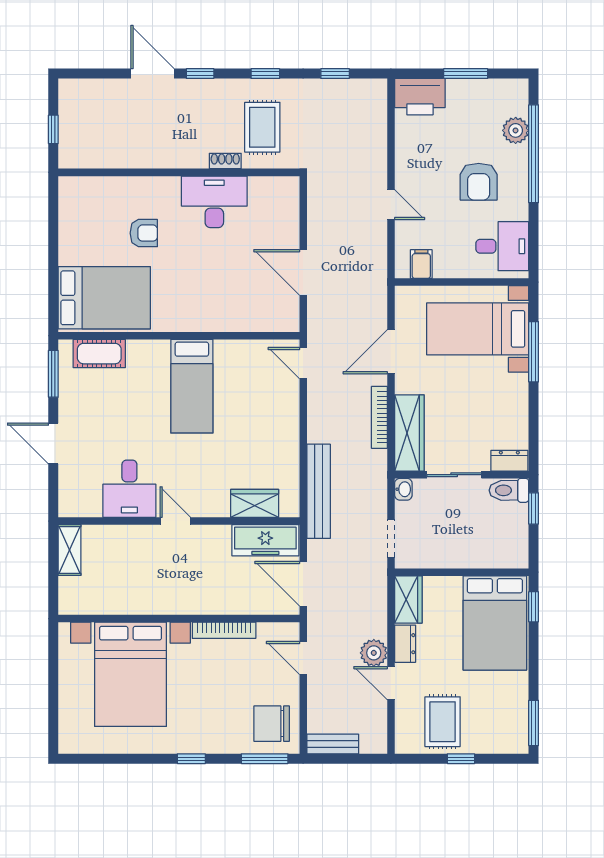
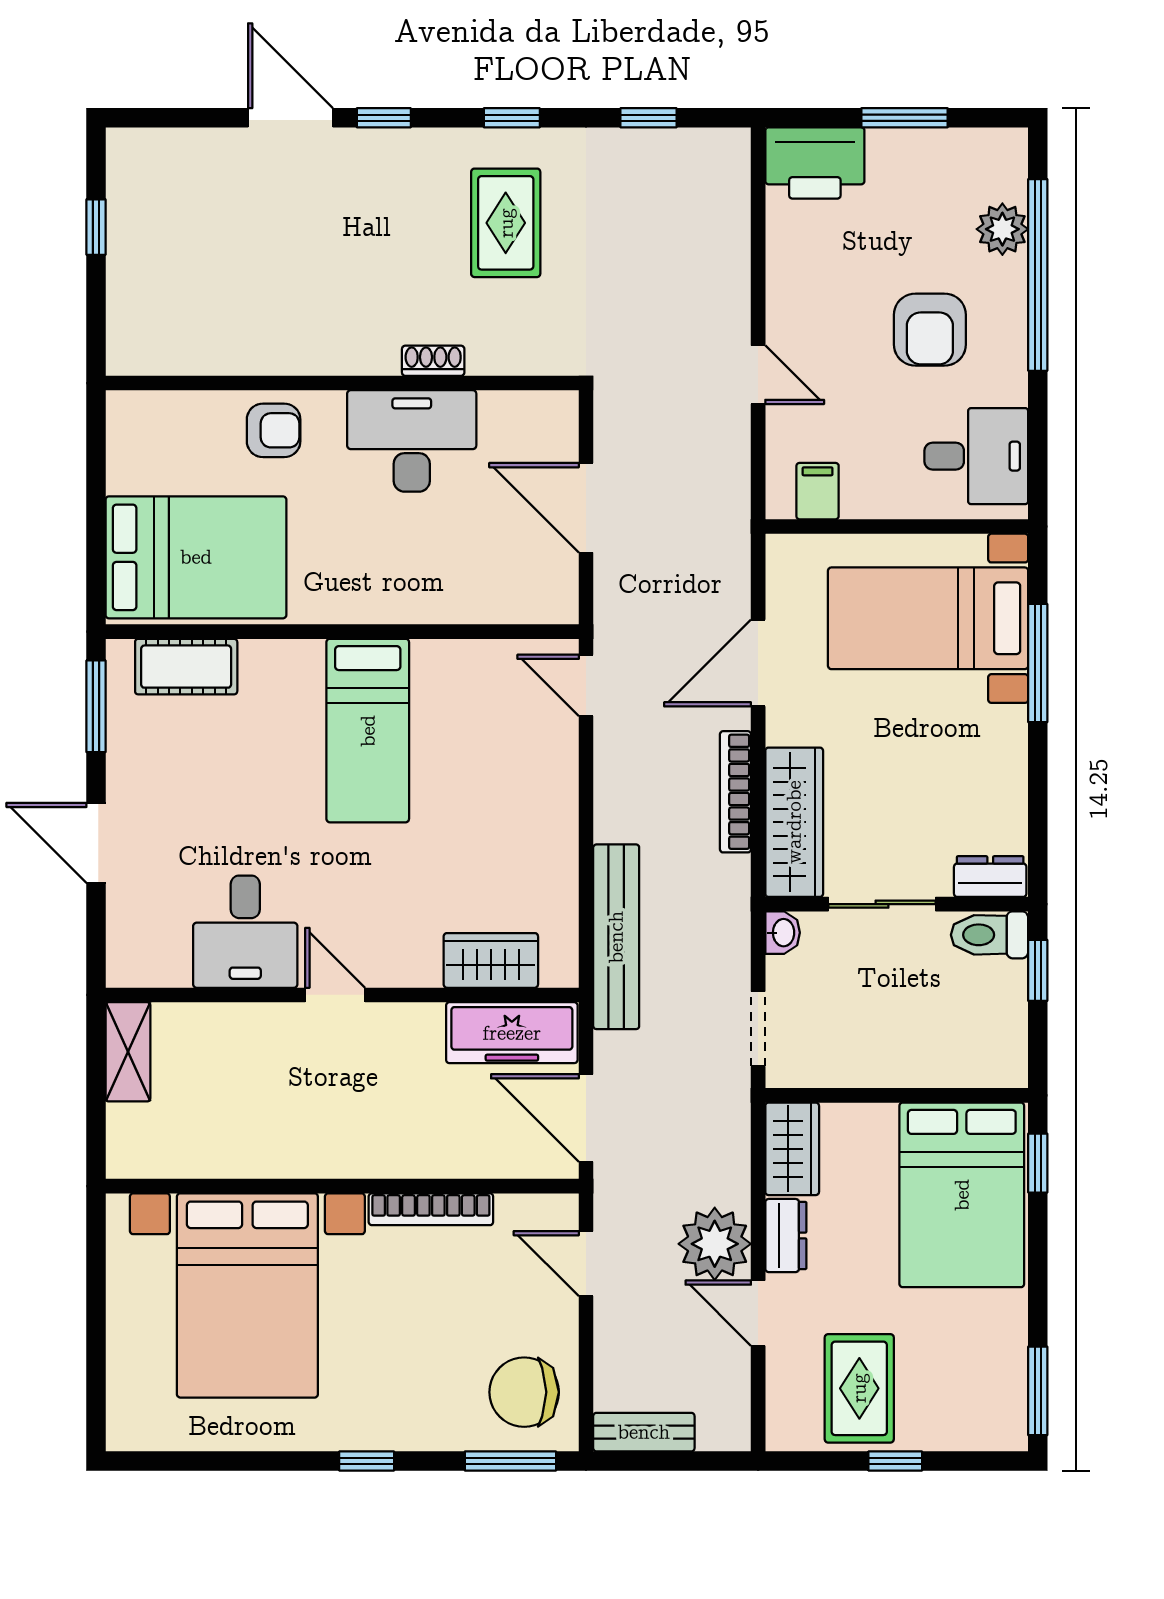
shoe rack: (225, 161) -> (433, 361), moved
wall: (179, 172) -> (342, 383), moved
desk: (214, 202) -> (412, 441), moved
plant: (374, 653) -> (715, 1244), width x1.36, depth x1.36

